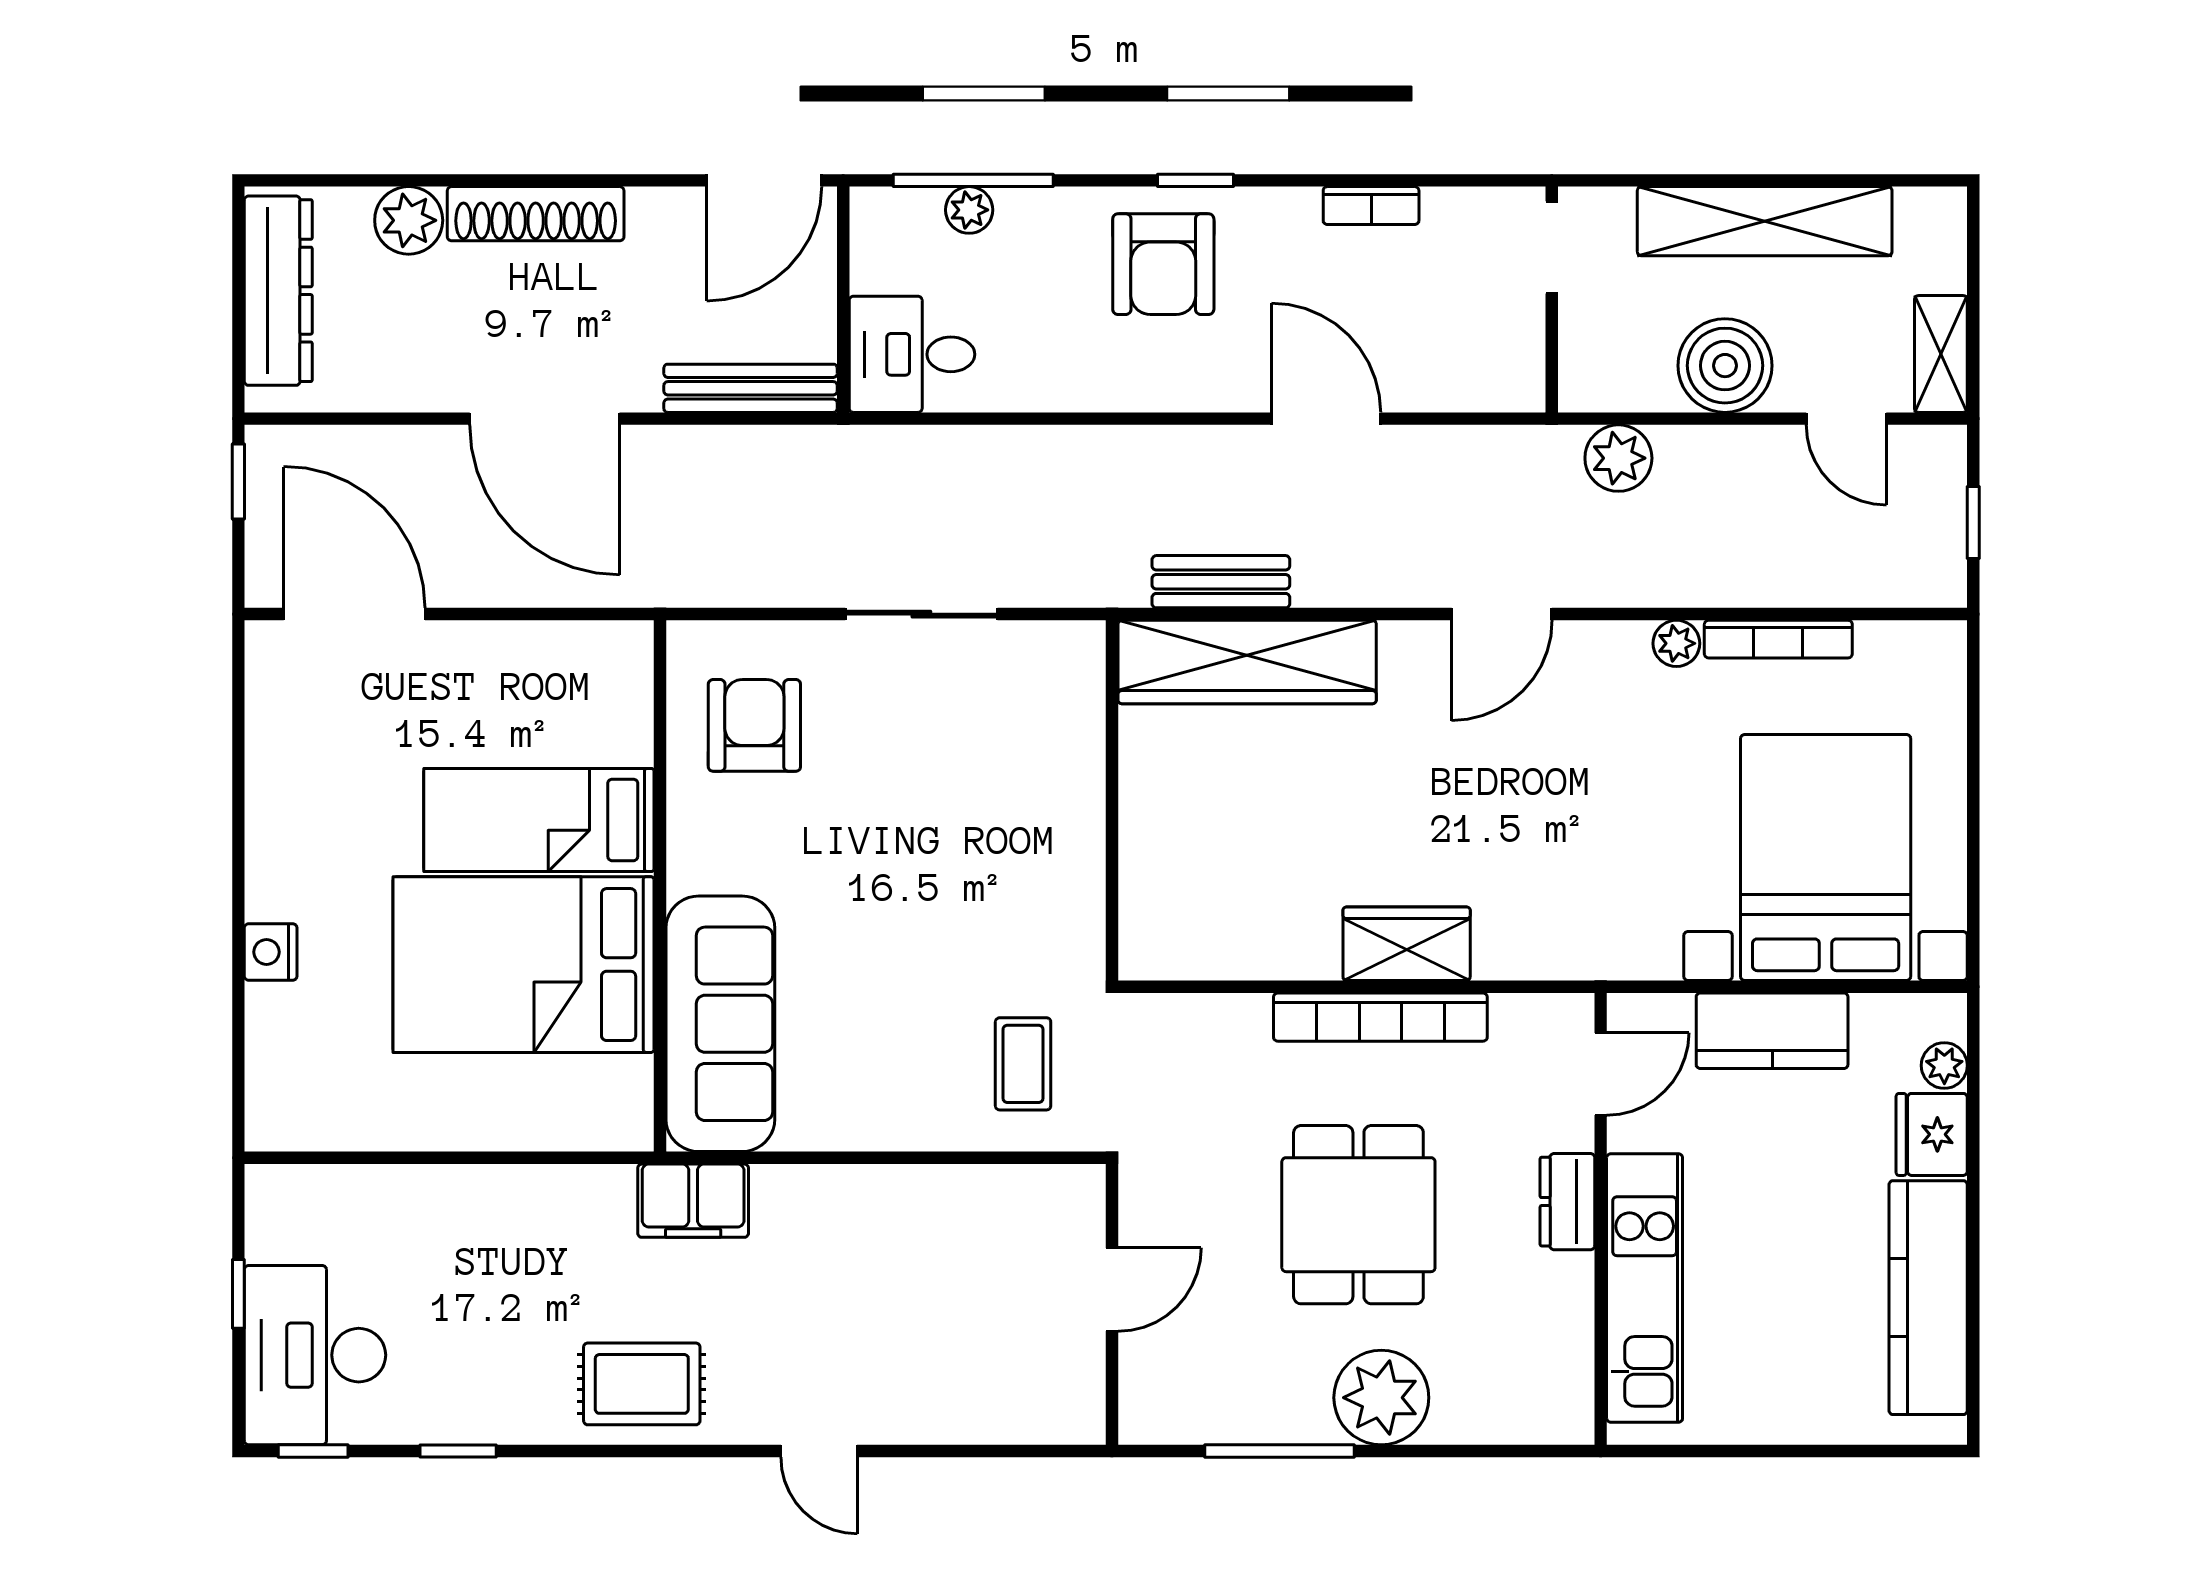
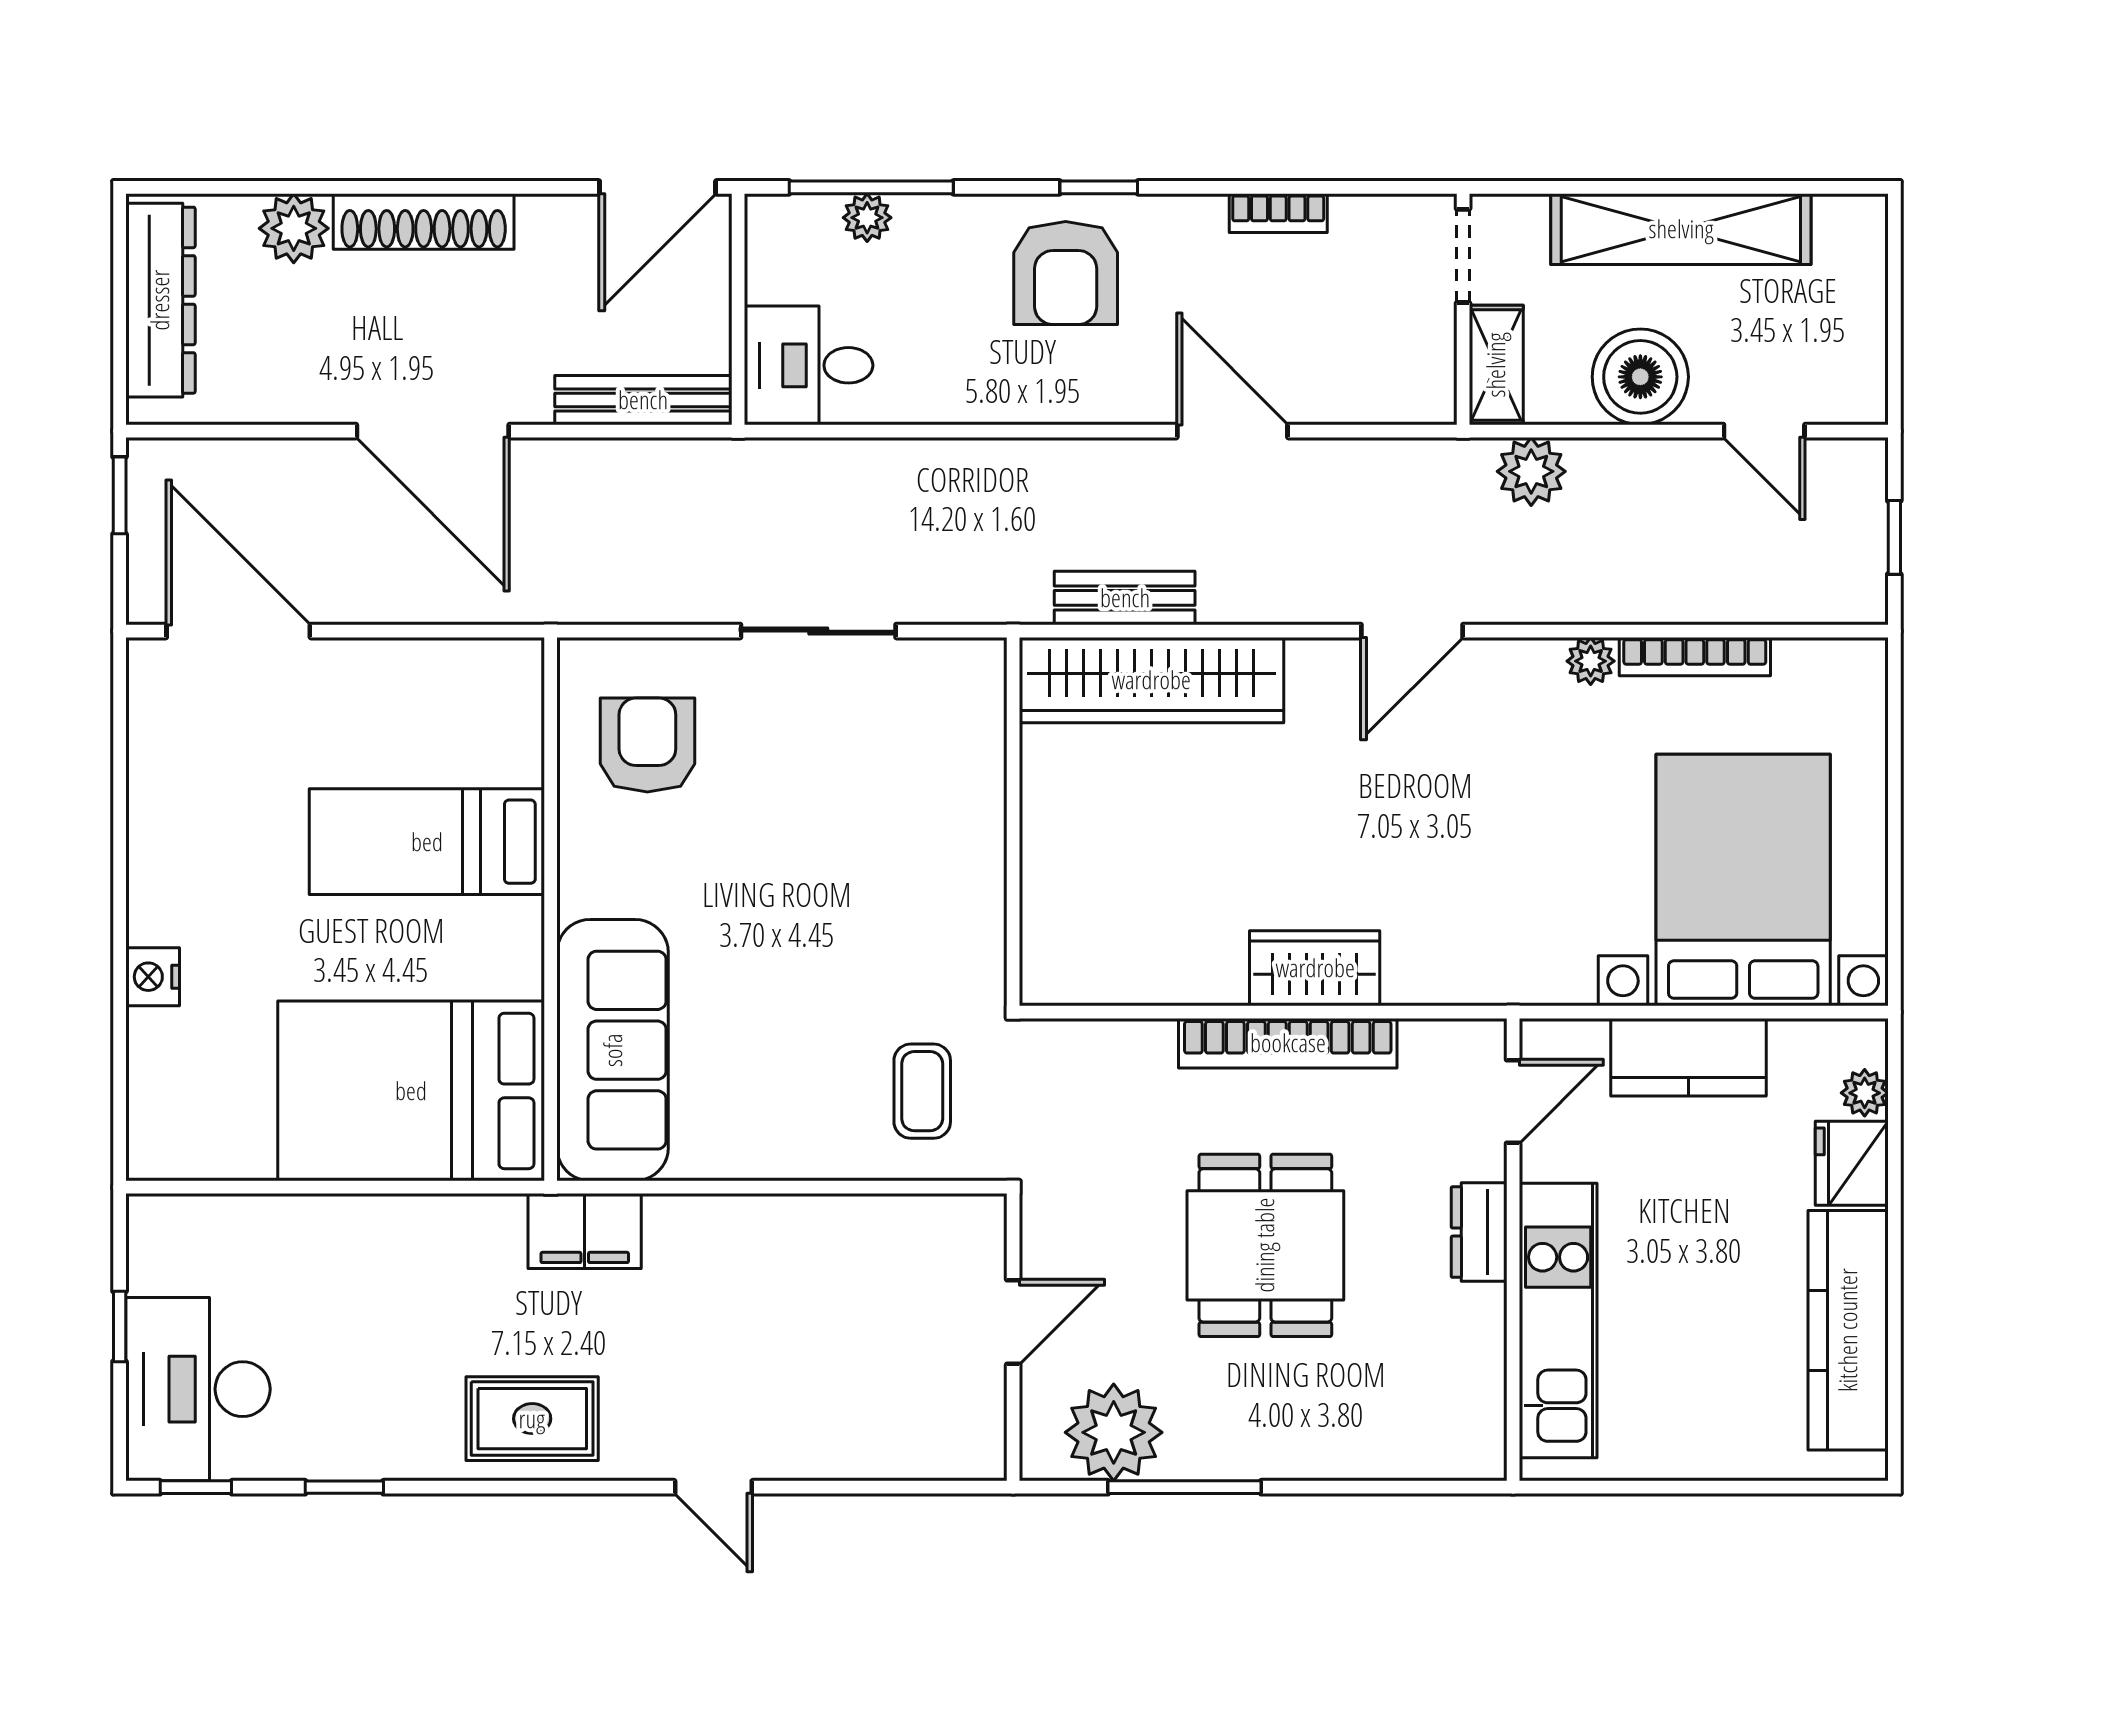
shelving: (1941, 354) -> (1496, 365), moved
bed: (523, 965) -> (411, 1091), moved
plant: (1381, 1398) -> (1114, 1432), moved

